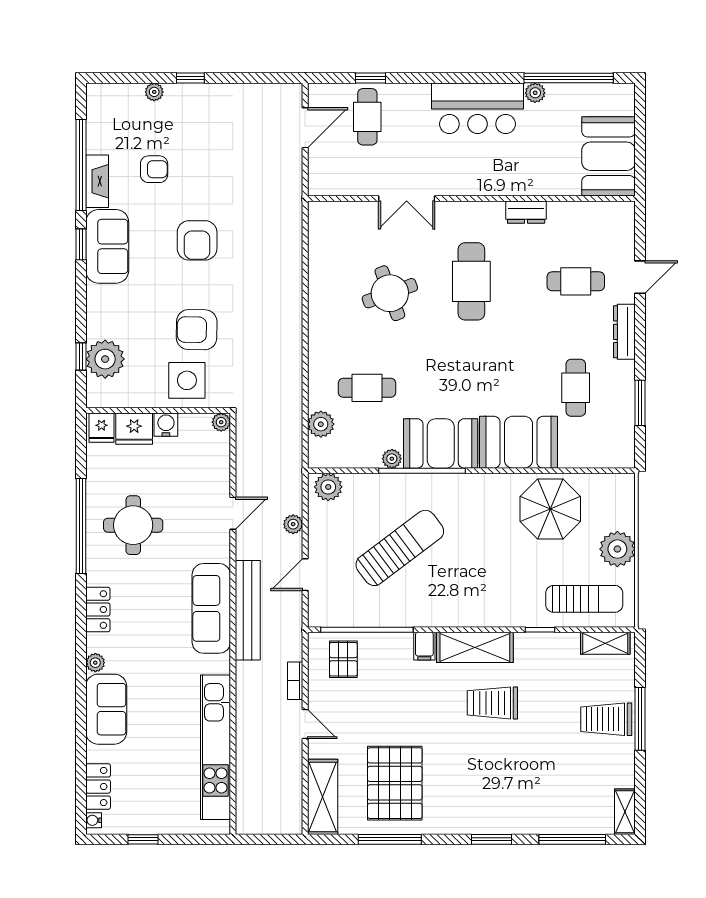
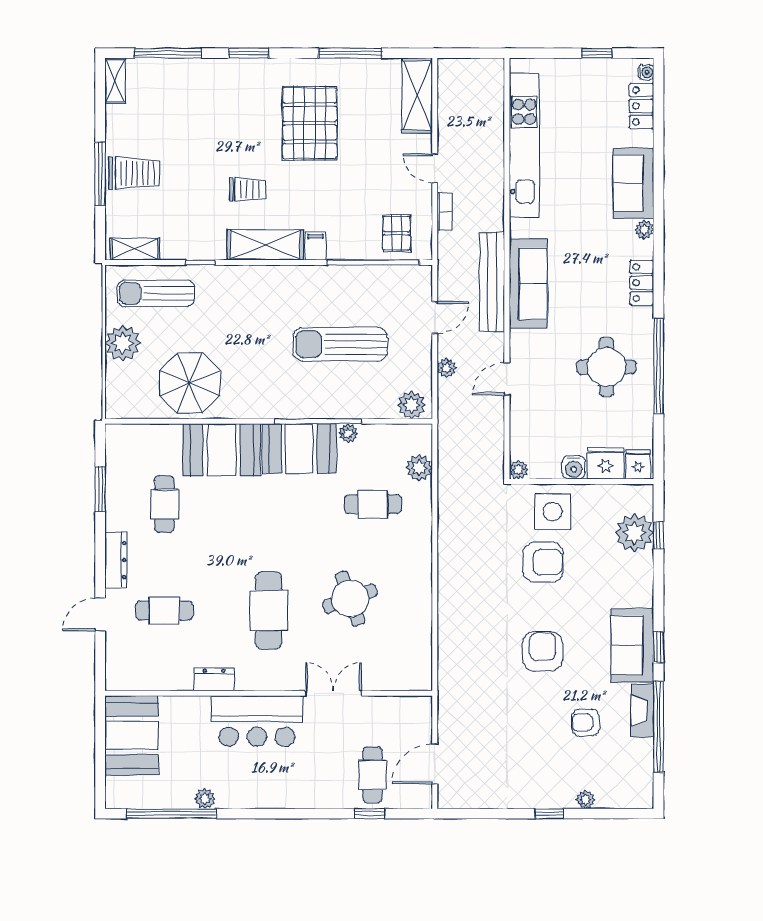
bar counter: (477, 108) -> (257, 721), moved, turned 180
sun lounger: (400, 548) -> (340, 344), turned 37
trolley: (492, 703) -> (248, 189), width x0.73, depth x0.72
pallet: (395, 783) -> (310, 123), moved

